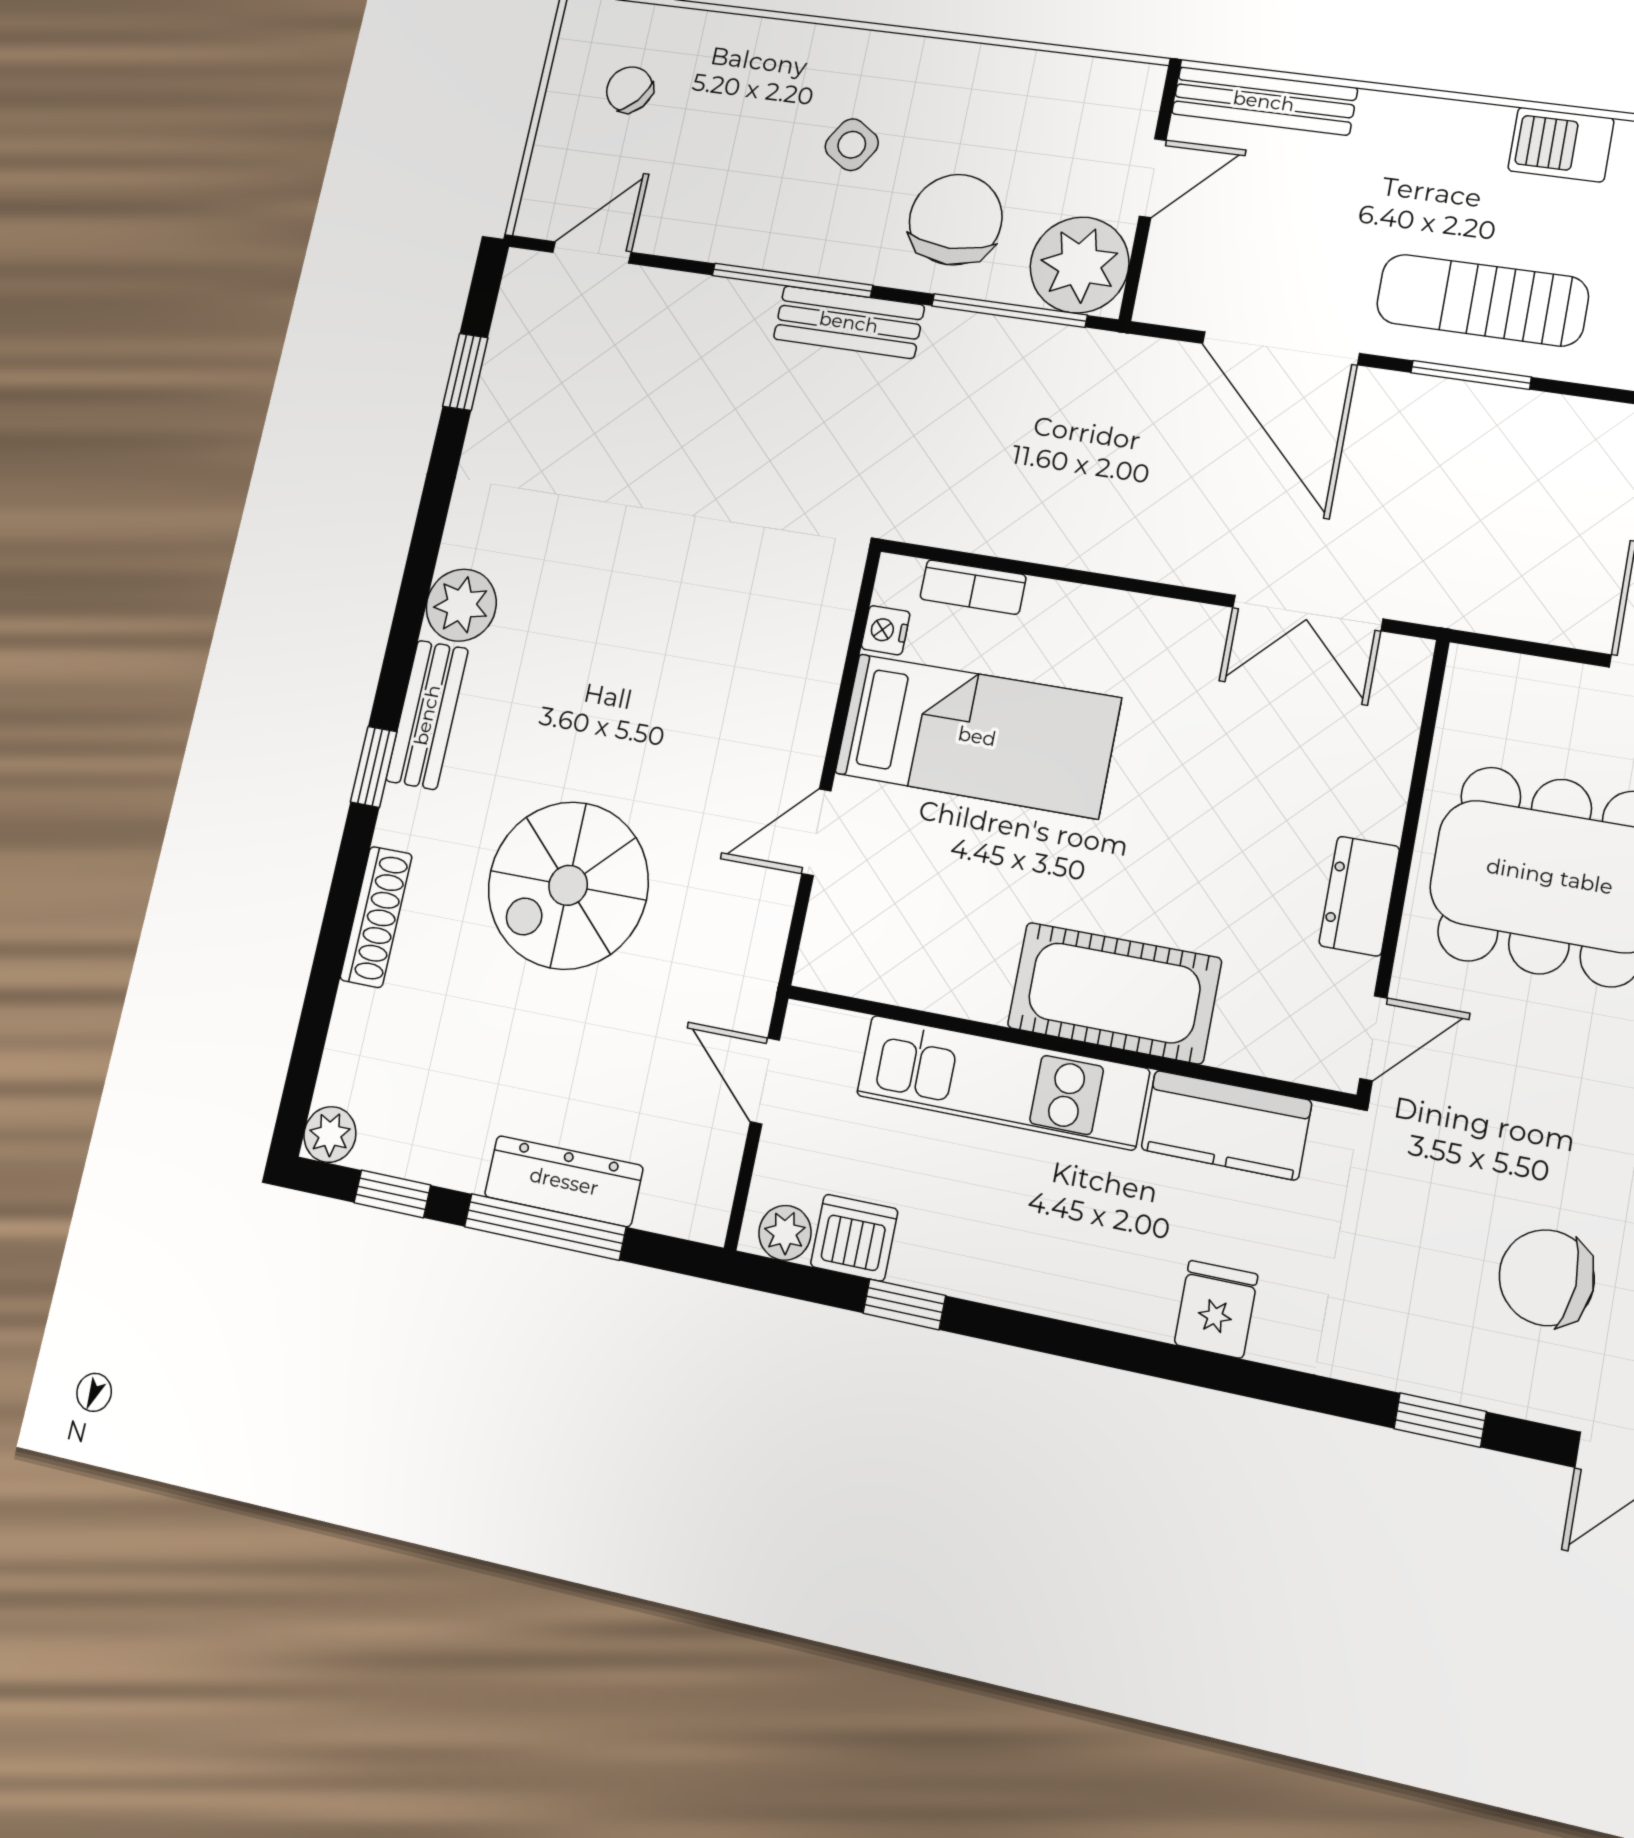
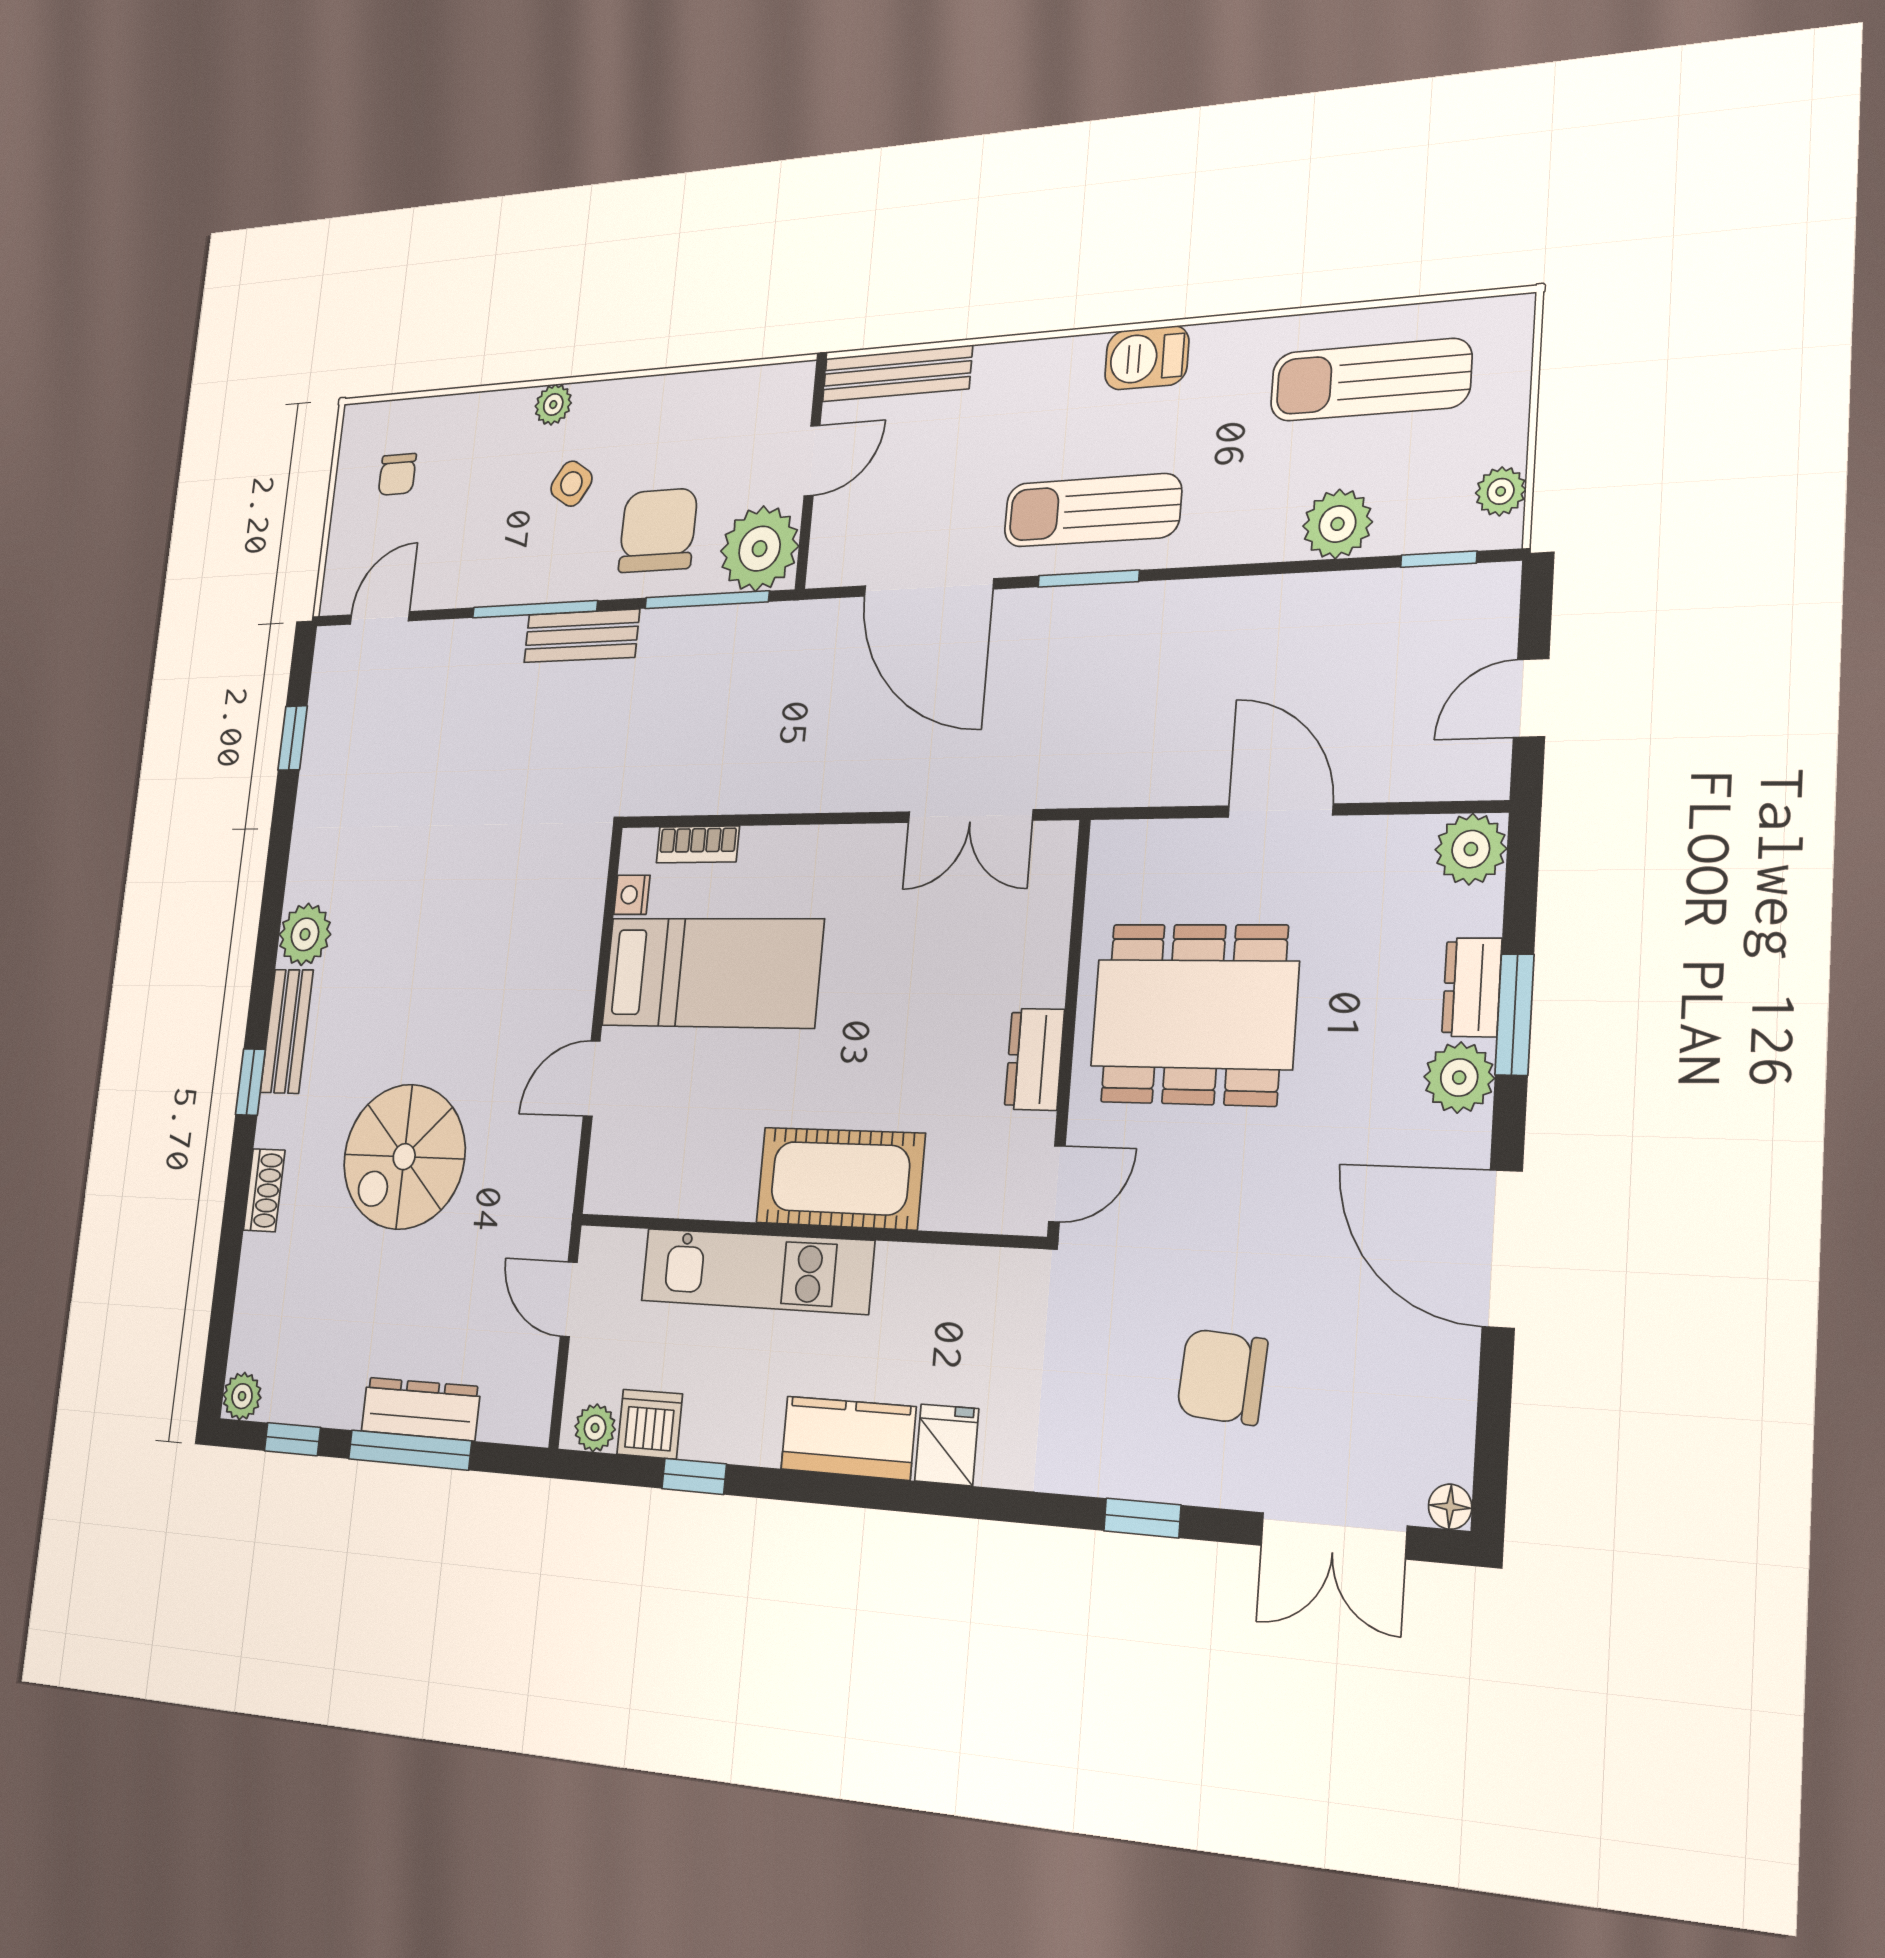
plant: (837, 49) -> (553, 405), added
chair: (630, 89) -> (397, 474), turned -131
shoe rack: (376, 917) -> (264, 1190), width x0.70
kitchen counter: (1226, 1125) -> (848, 1438), moved, turned 180

